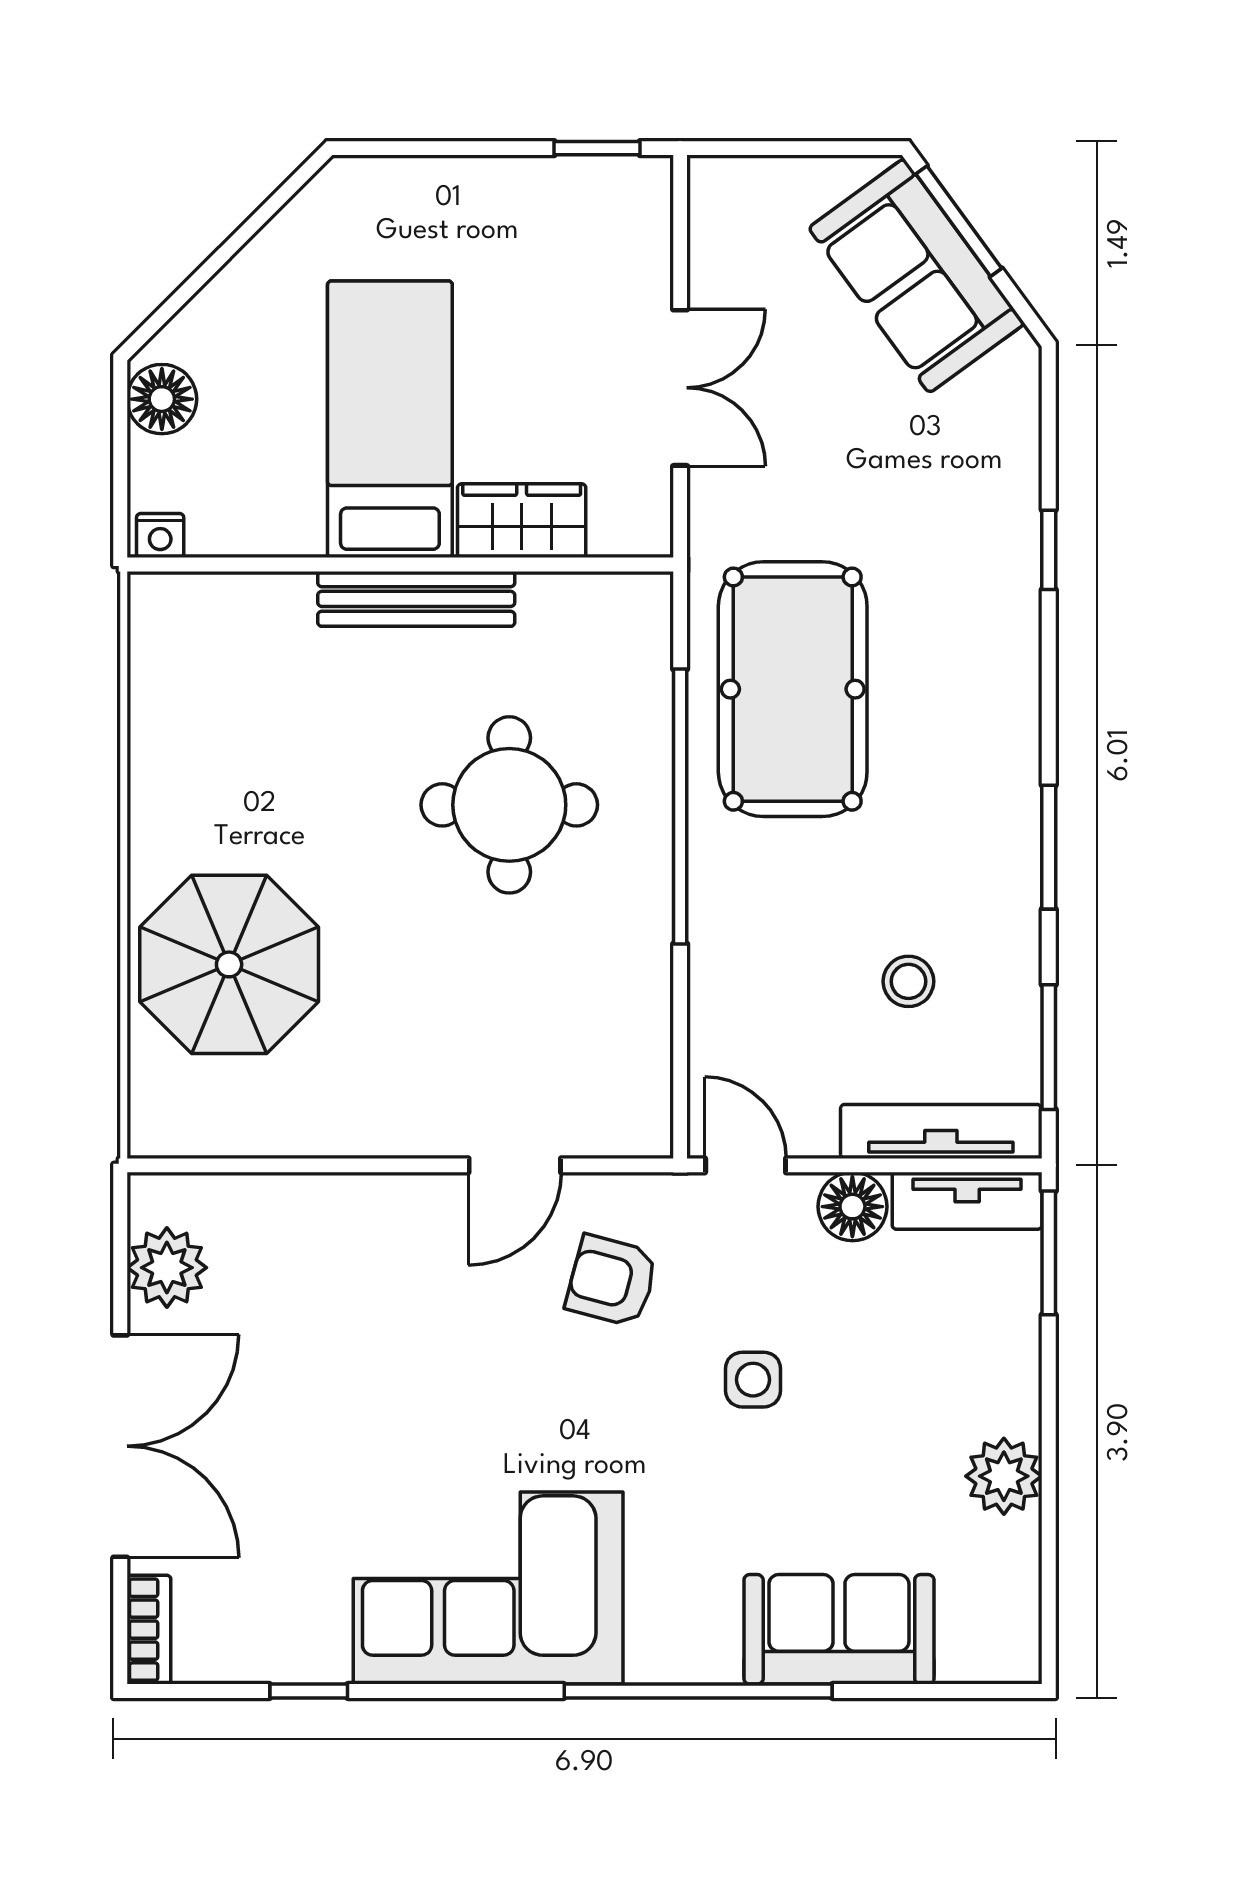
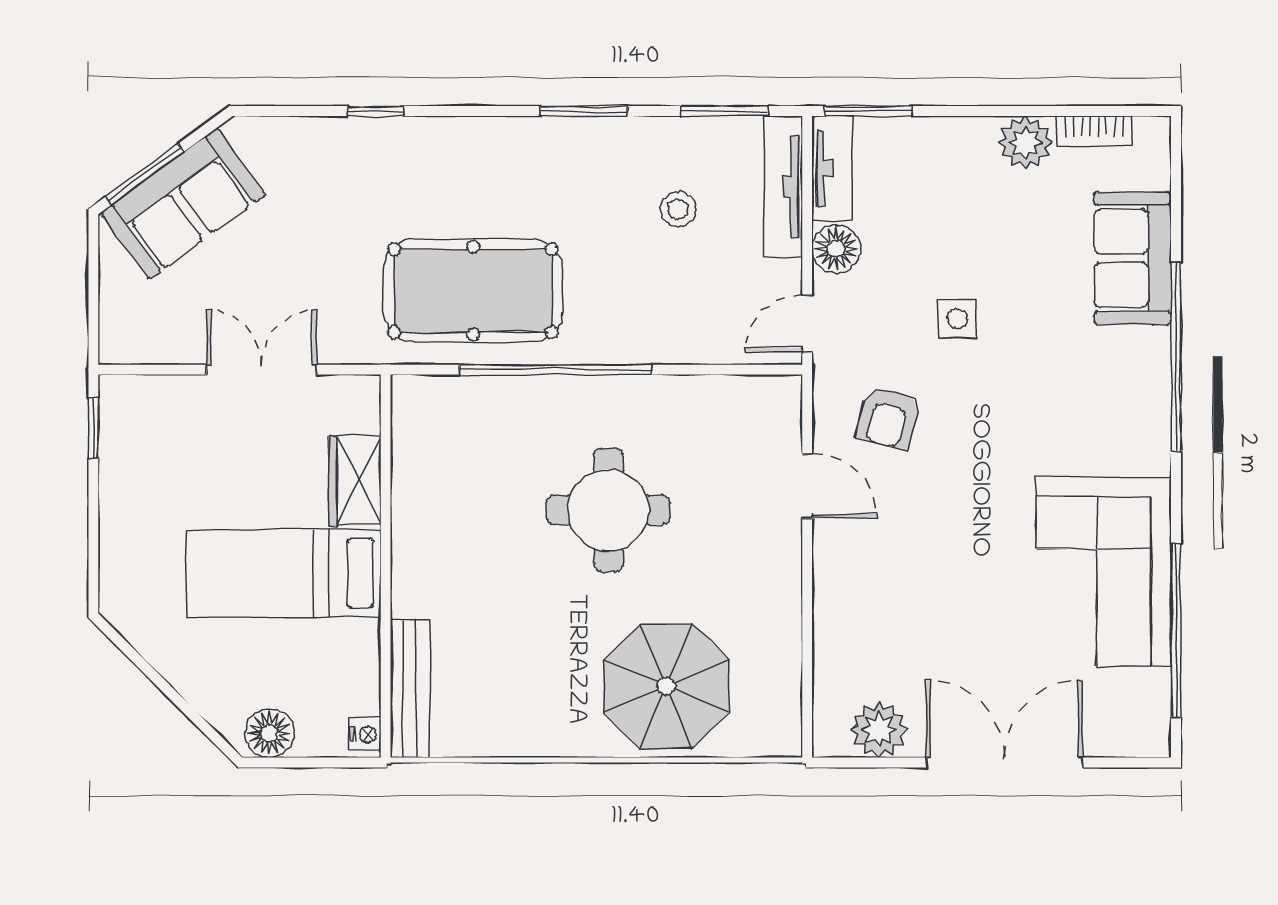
bench: (416, 599) -> (410, 689), moved
round table: (509, 805) -> (608, 510), moved
corner sofa: (488, 1588) -> (1104, 572), moved
bookcase: (149, 1630) -> (1094, 131), moved, turned 180
window: (309, 1691) -> (1176, 630), width x3.17

